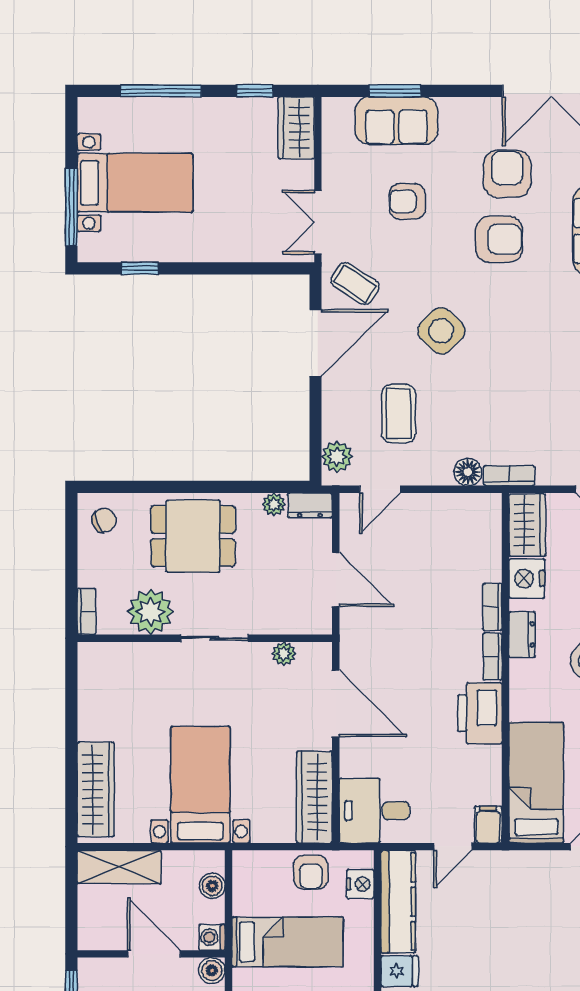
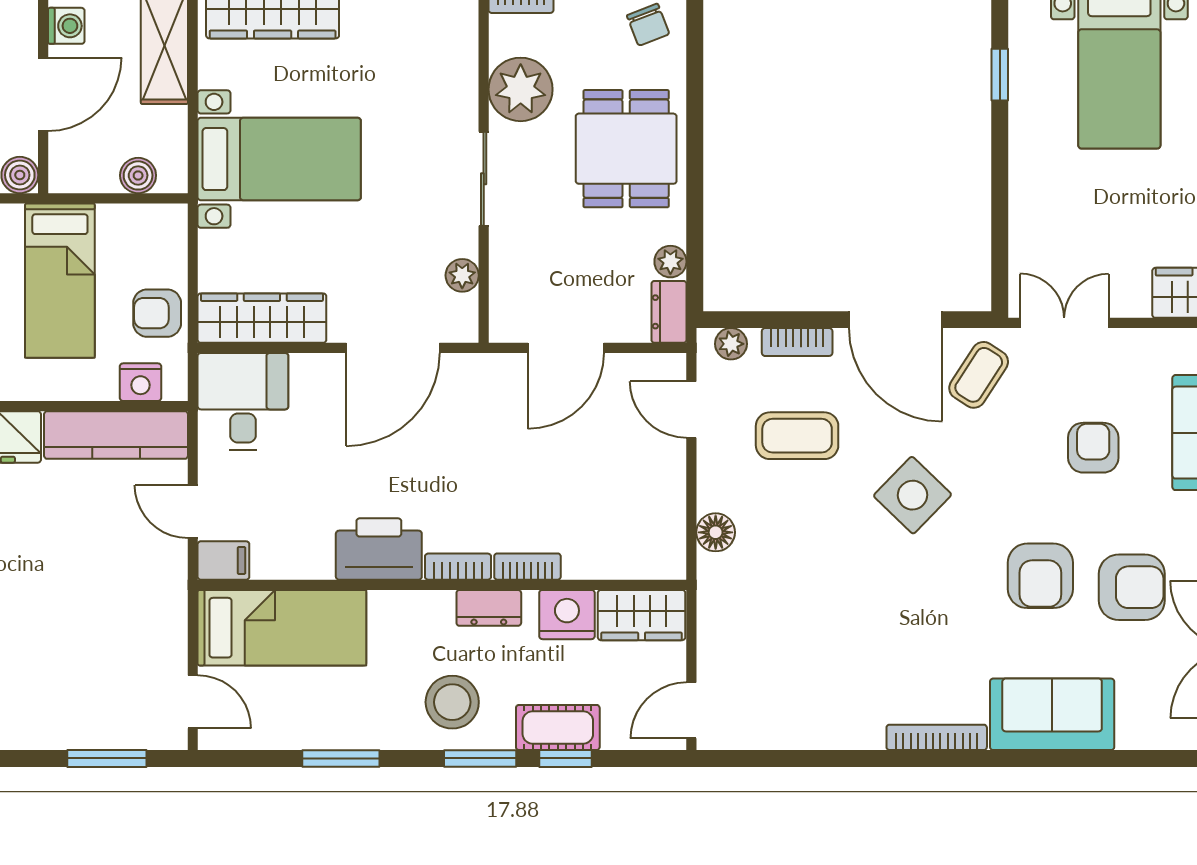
plant: (337, 457) -> (731, 344), width x0.73, depth x0.73
bookcase: (509, 476) -> (797, 342), moved, turned 90
washing machine: (212, 937) -> (66, 26), moved, turned 90

